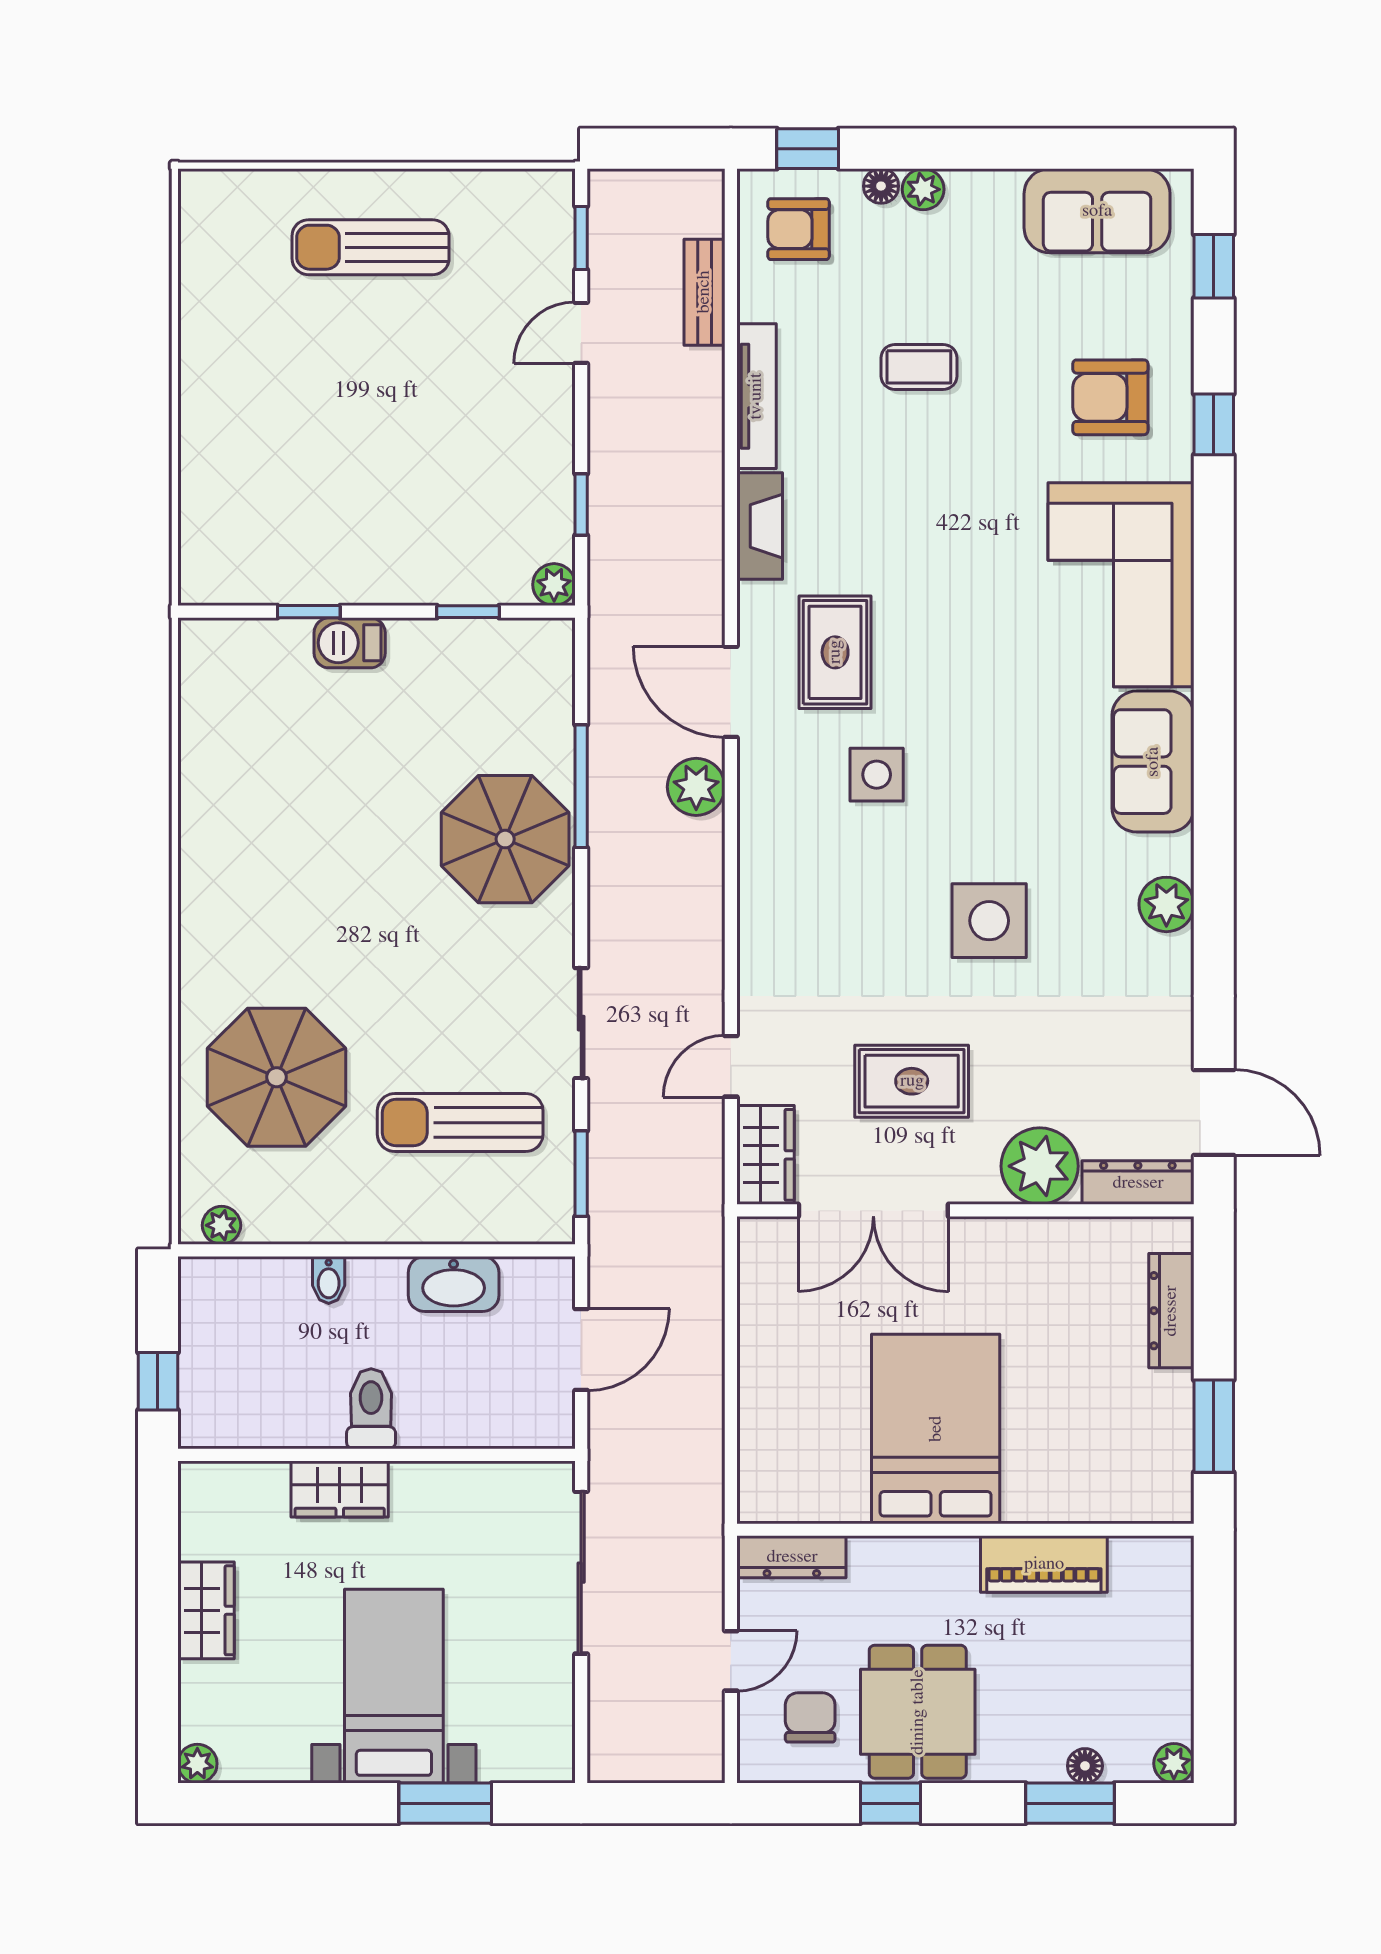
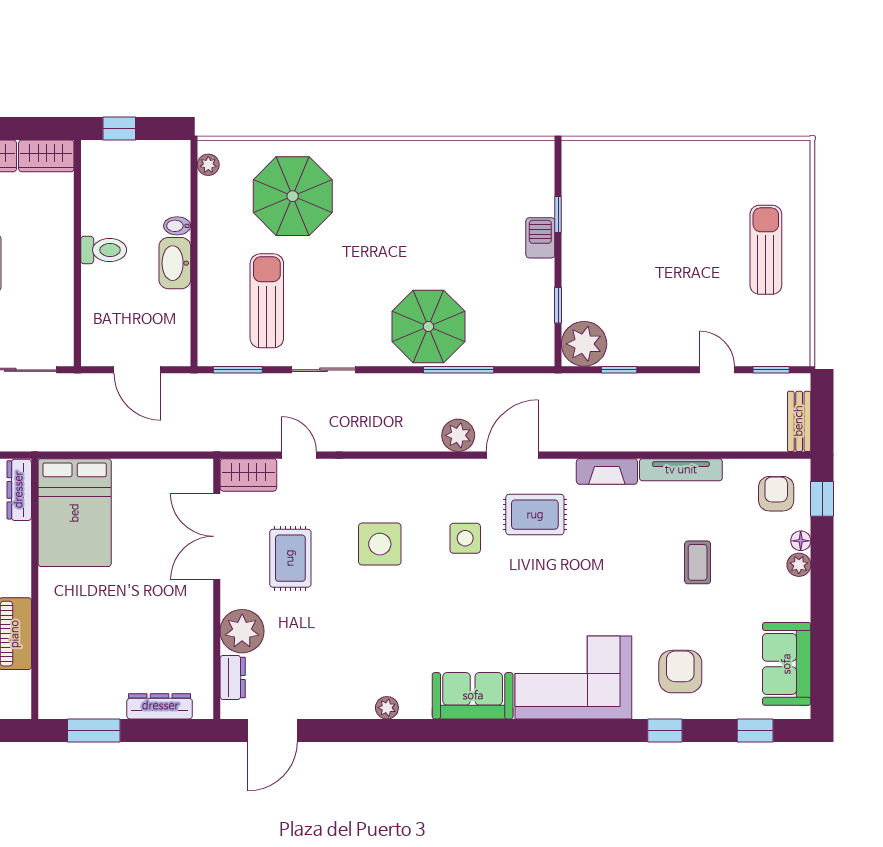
bench: (704, 292) -> (799, 421), moved, turned 90
plant: (554, 585) -> (584, 344), width x1.87, depth x1.87
plant: (1166, 904) -> (387, 708), width x0.73, depth x0.73
side table: (989, 921) -> (380, 544), moved
dresser: (1138, 1183) -> (233, 677), width x0.70
washbasin: (454, 1284) -> (175, 263), moved
bed: (936, 1429) -> (75, 513), moved, turned 90
wardrobe: (340, 1489) -> (46, 156), moved, turned -90

